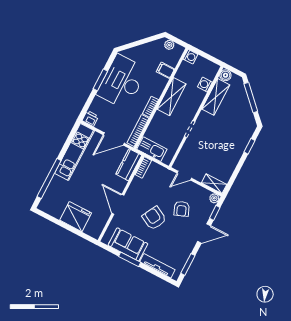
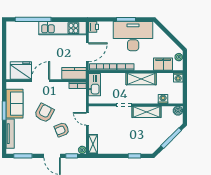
filing cabinet: (165, 70) -> (163, 64), width x2.00
shelving: (216, 97) -> (146, 112), moved
door: (114, 139) -> (87, 52), swing flipped
fridge: (76, 217) -> (21, 71), moved, turned -90

